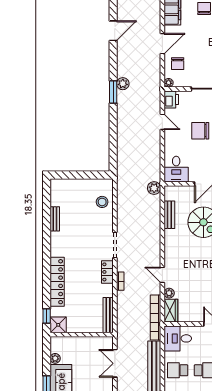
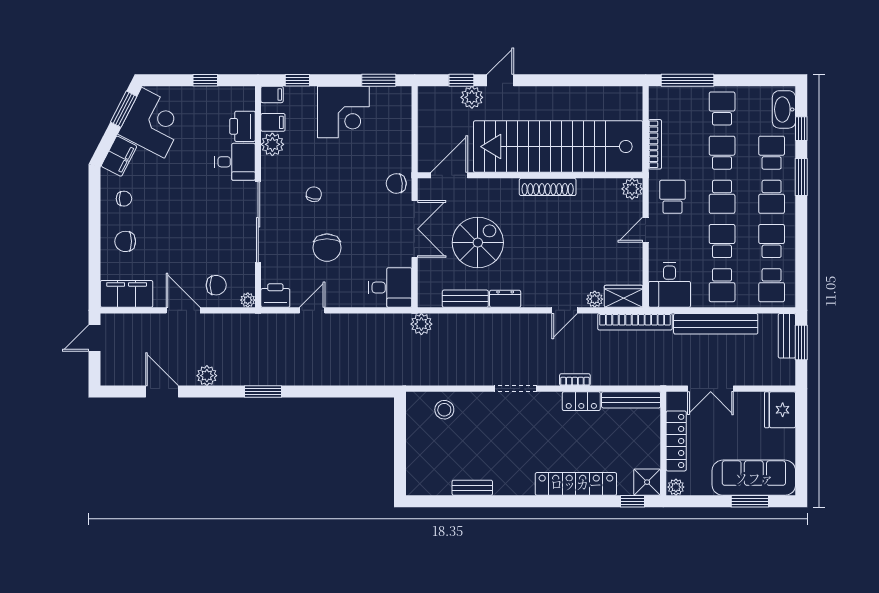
plant: (123, 84) -> (207, 376), moved
dresser: (169, 239) -> (505, 299), added
locker: (107, 272) -> (581, 401), moved
locker: (83, 342) -> (676, 441), added
plant: (55, 358) -> (676, 487), moved

